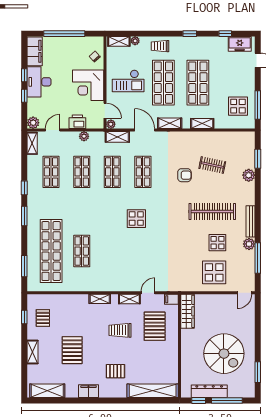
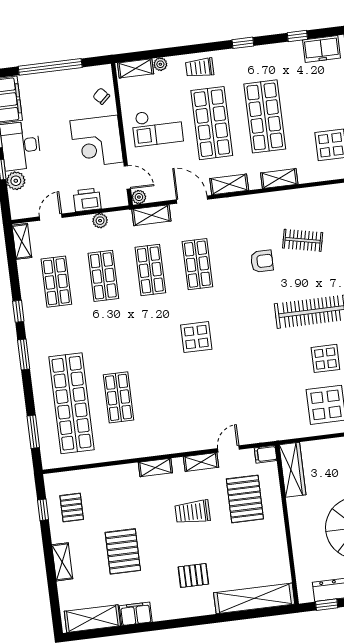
plant: (33, 123) -> (16, 181), moved
filing cabinet: (89, 391) -> (136, 614), moved

